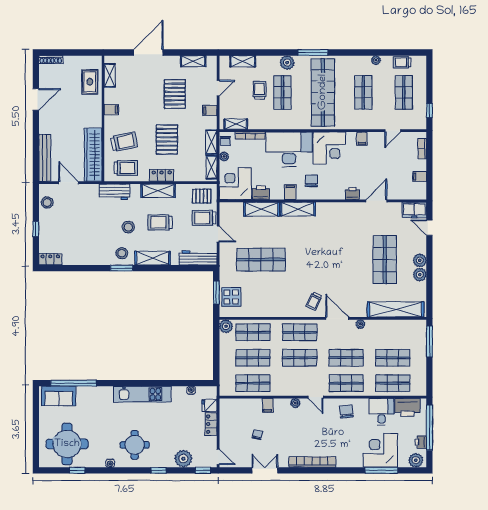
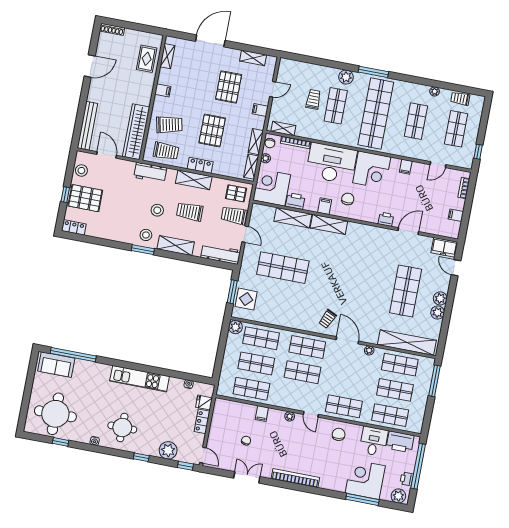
shelving: (243, 61) -> (302, 67), removed
pallet: (56, 229) -> (85, 198), added
shop shelf: (346, 358) -> (400, 365), moved

